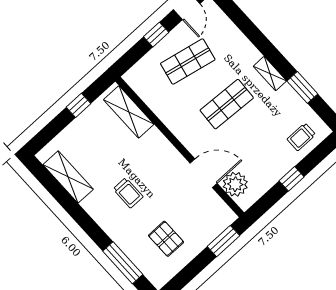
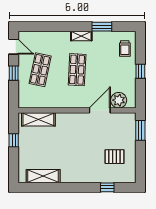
trolley: (128, 193) -> (76, 155), removed
window: (123, 263) -> (107, 187), width x0.46

